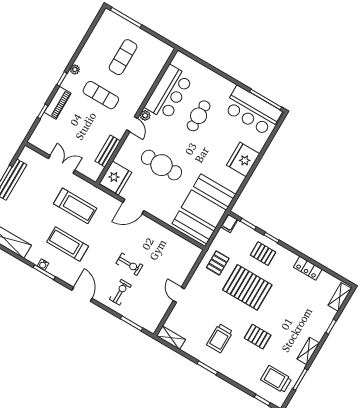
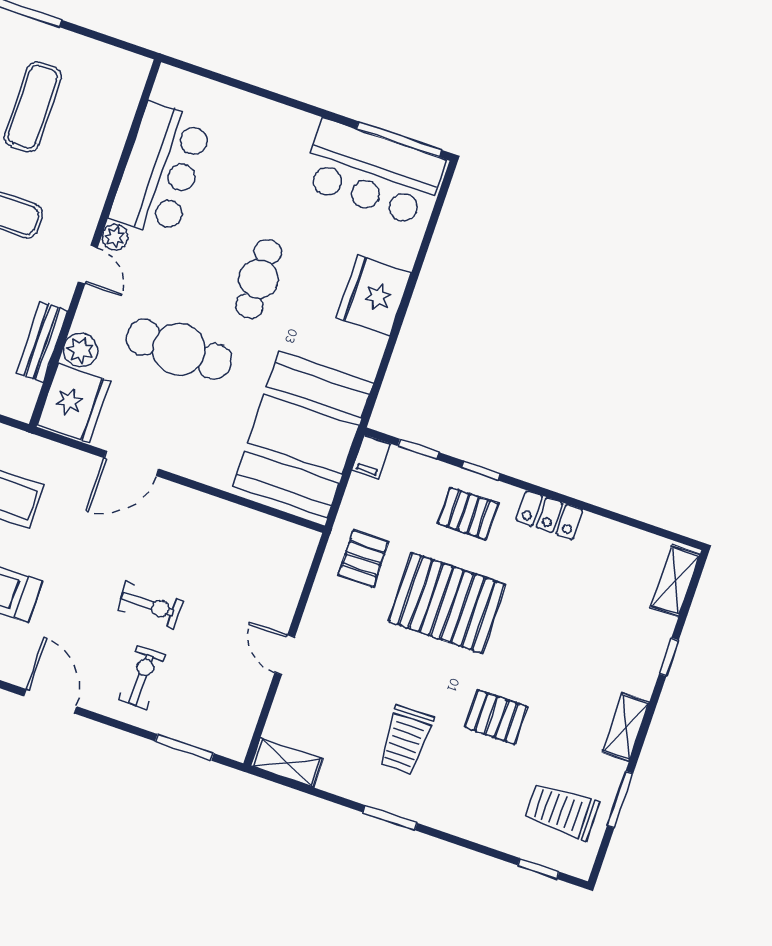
cafe table: (199, 116) -> (258, 279), moved
plant: (122, 157) -> (80, 350), added
locker: (308, 268) -> (549, 515), moved

